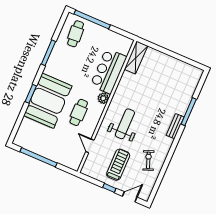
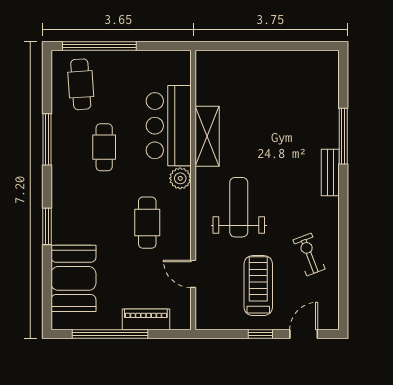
shelving: (136, 58) -> (207, 136), moved
cafe table: (74, 68) -> (104, 147), added
booth: (48, 101) -> (73, 278), moved, width x0.73, depth x0.70
piano: (58, 158) -> (146, 319), added

